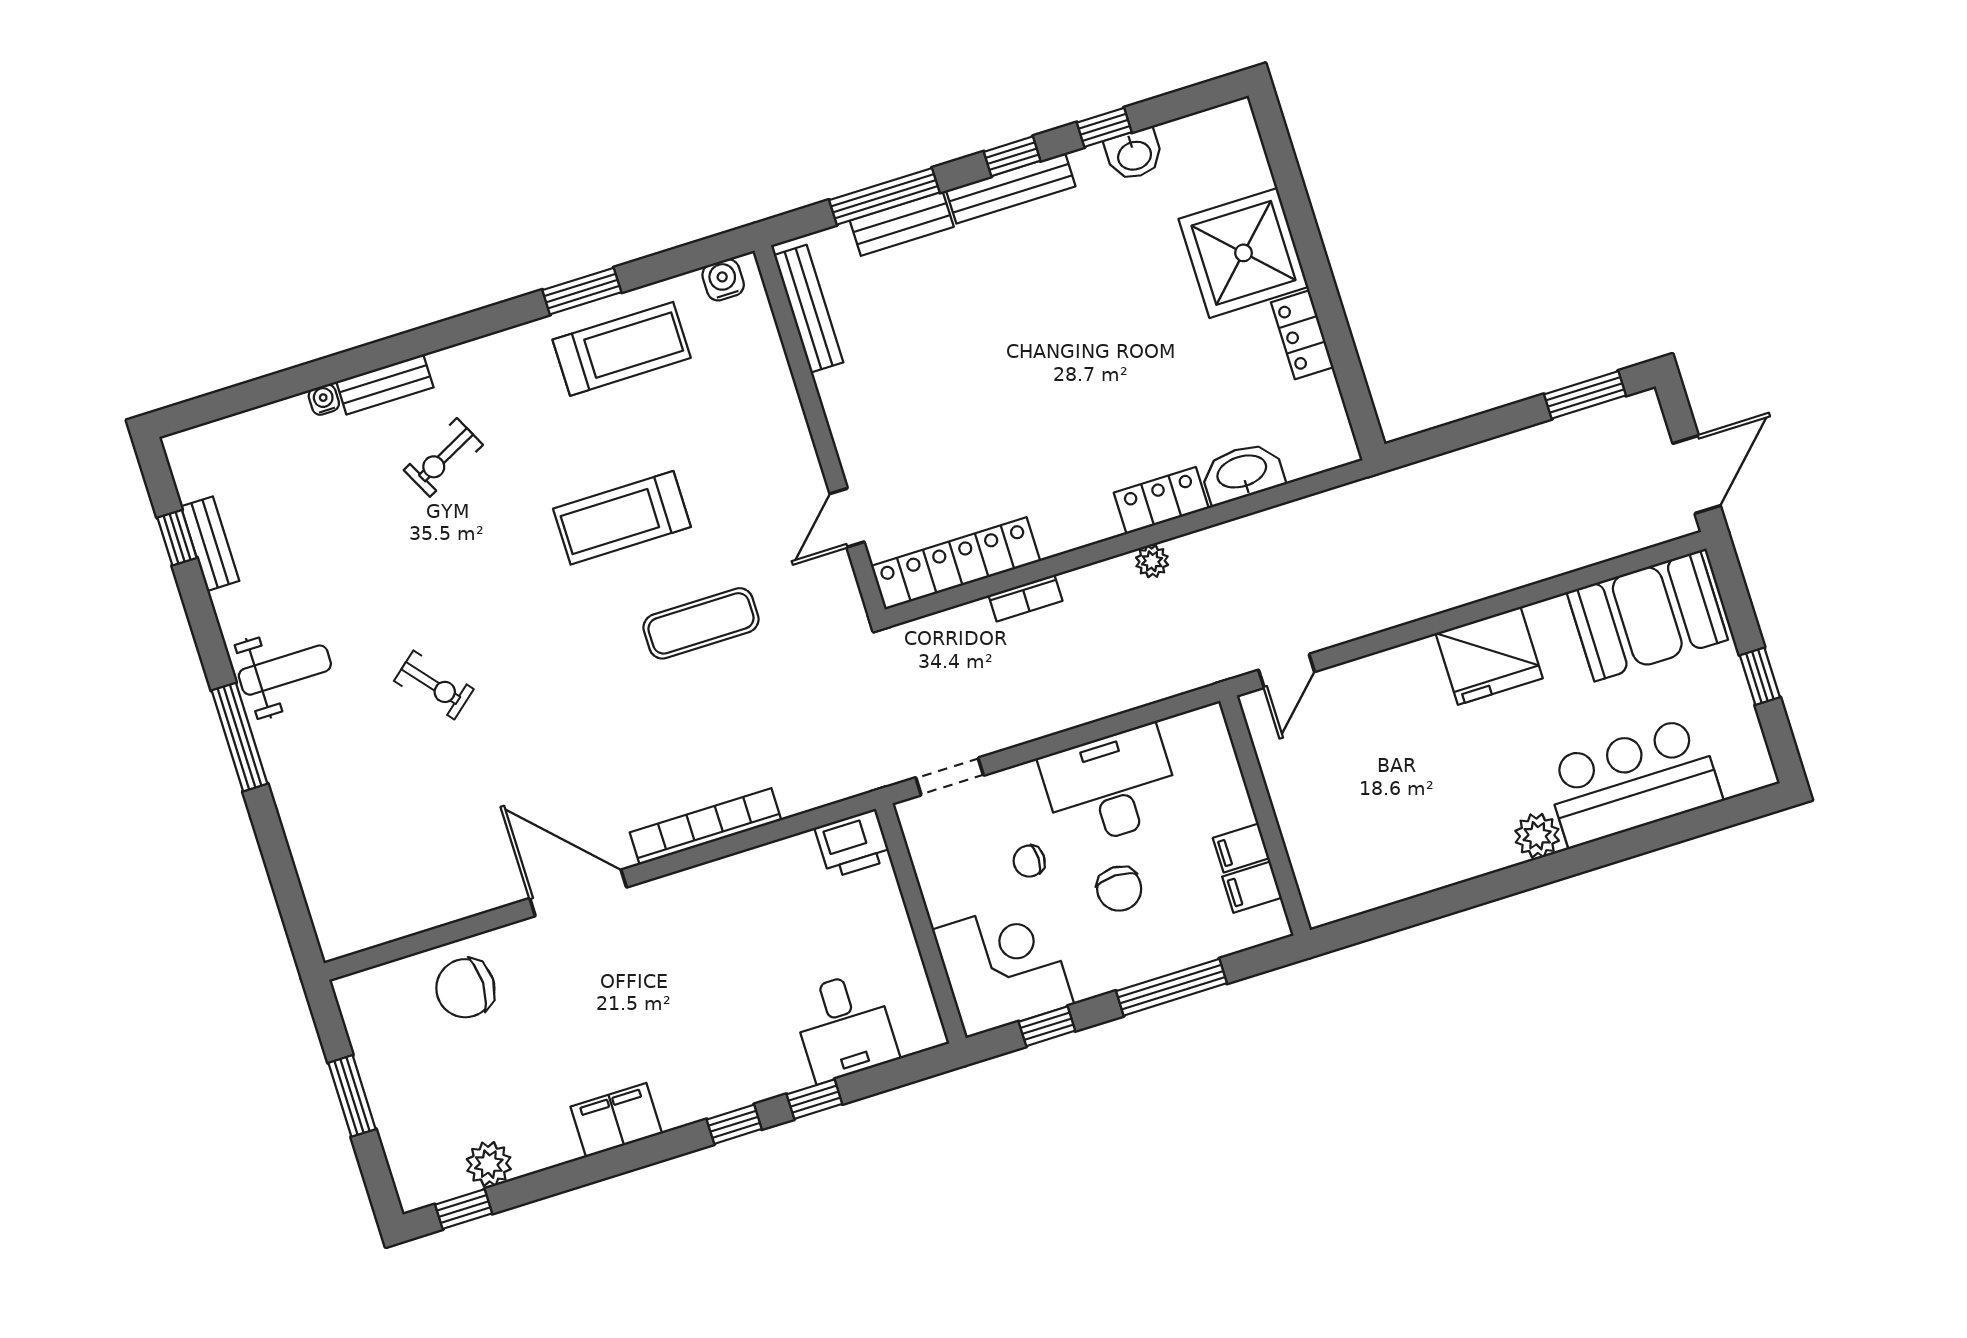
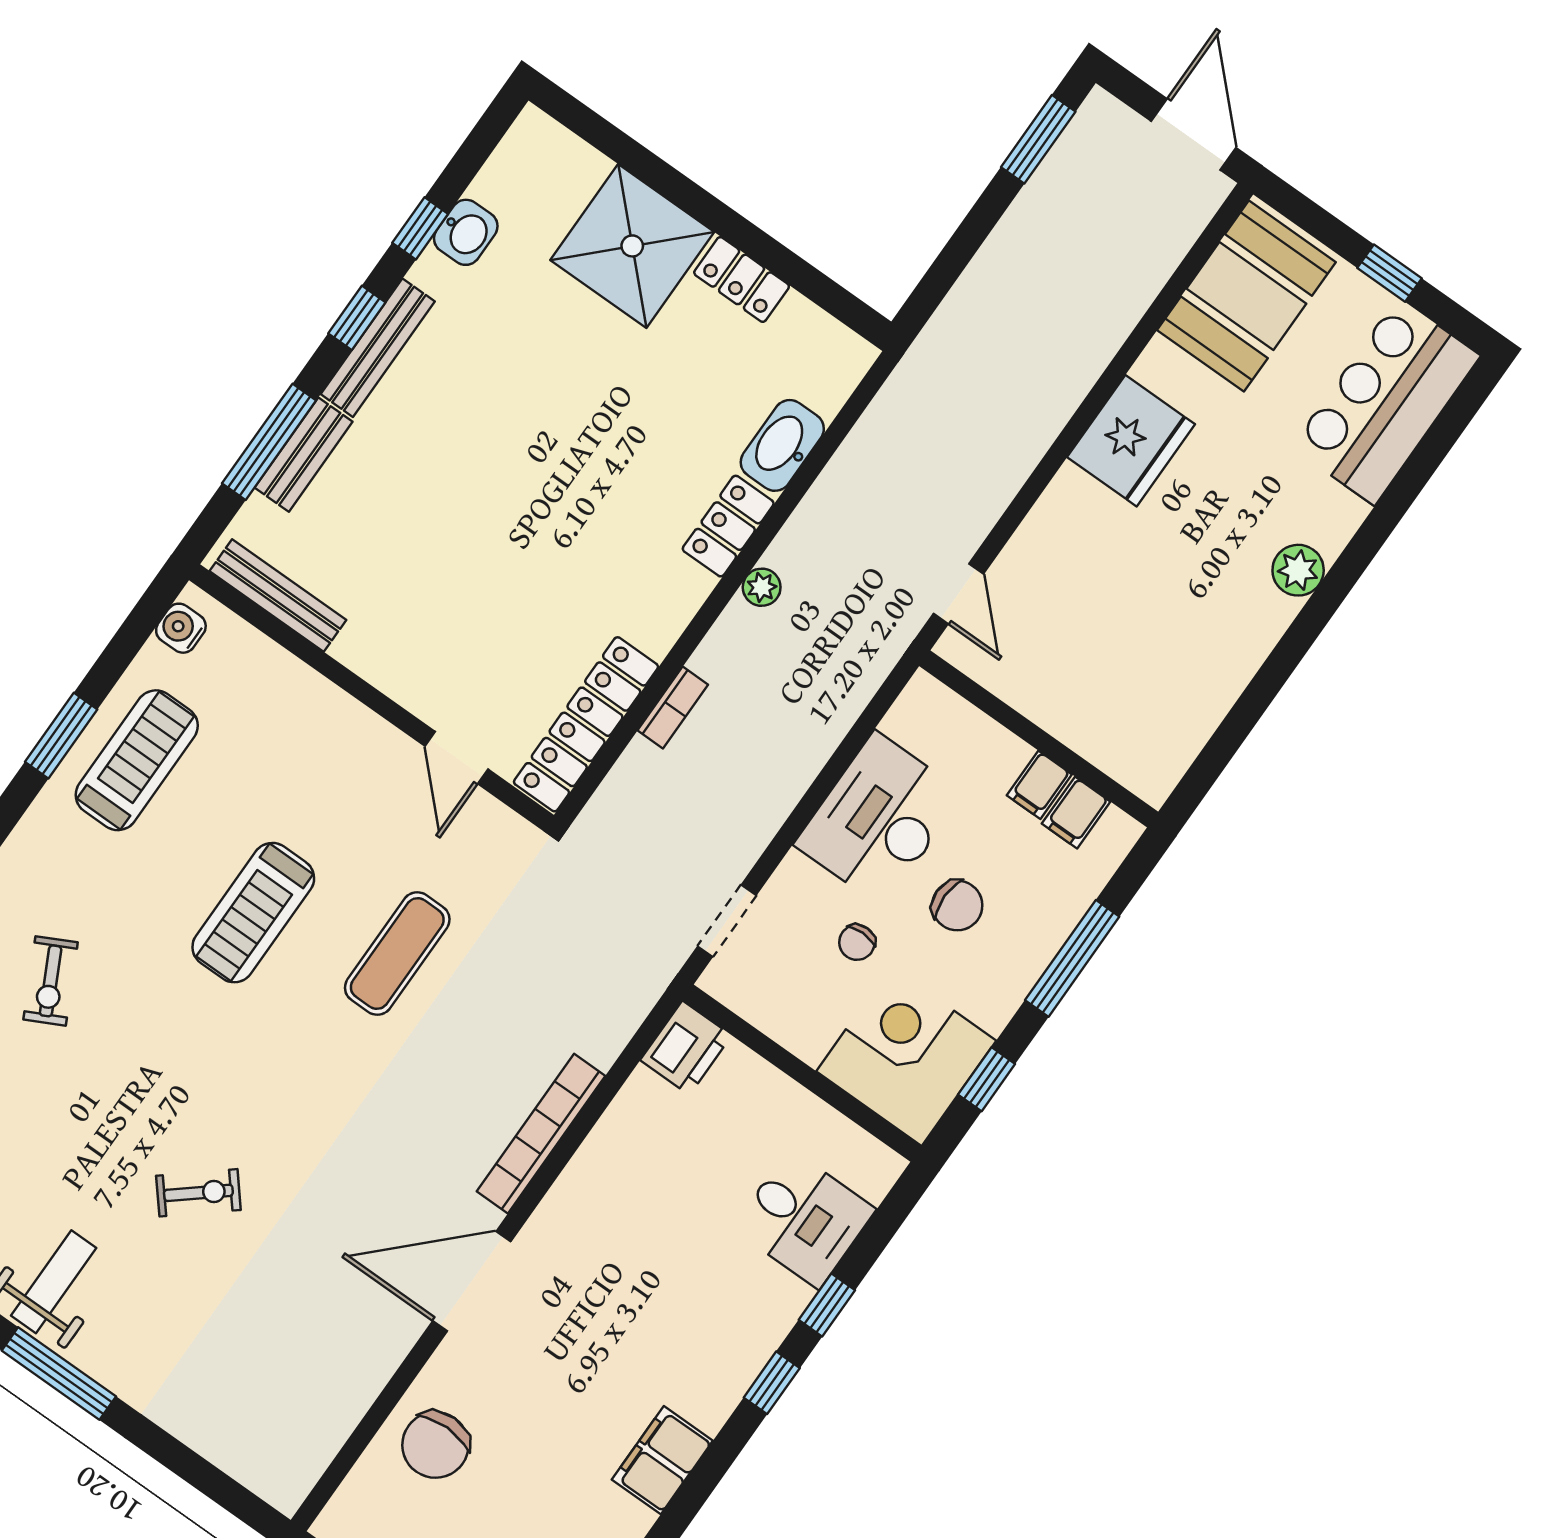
bar counter: (1633, 782) -> (1386, 401), moved

